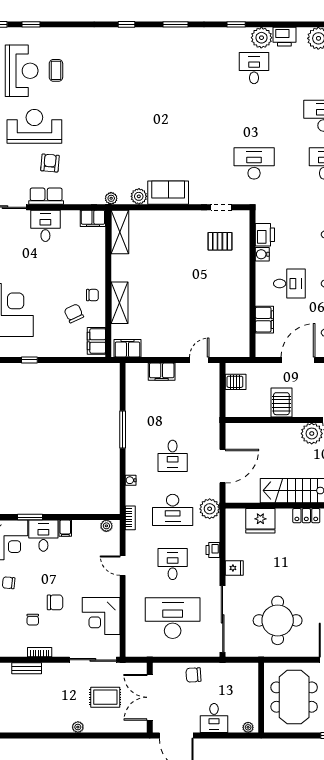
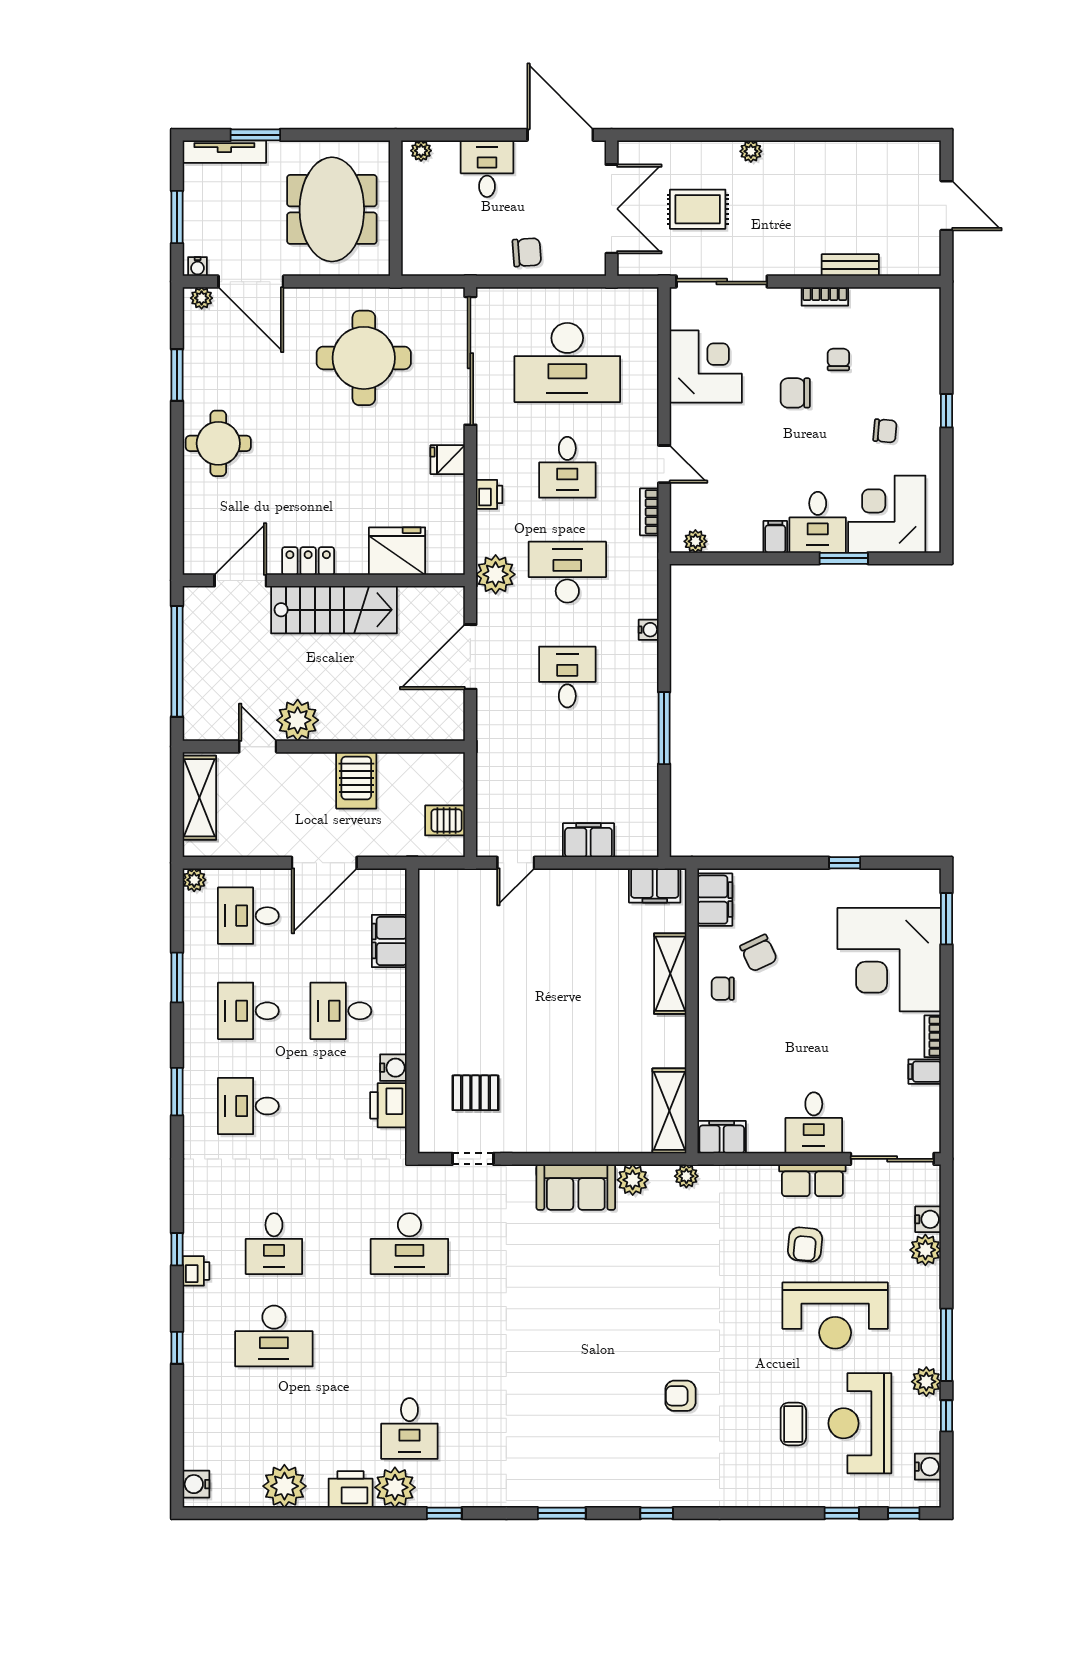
armchair: (114, 85) -> (680, 1396), added
bookcase: (130, 518) -> (649, 512), moved

